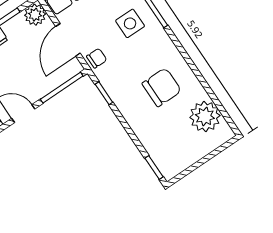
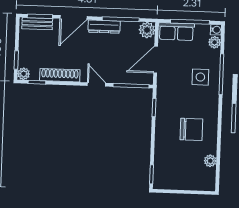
chair: (97, 58) -> (165, 83), removed
plant: (205, 116) -> (210, 161), width x0.53, depth x0.53

